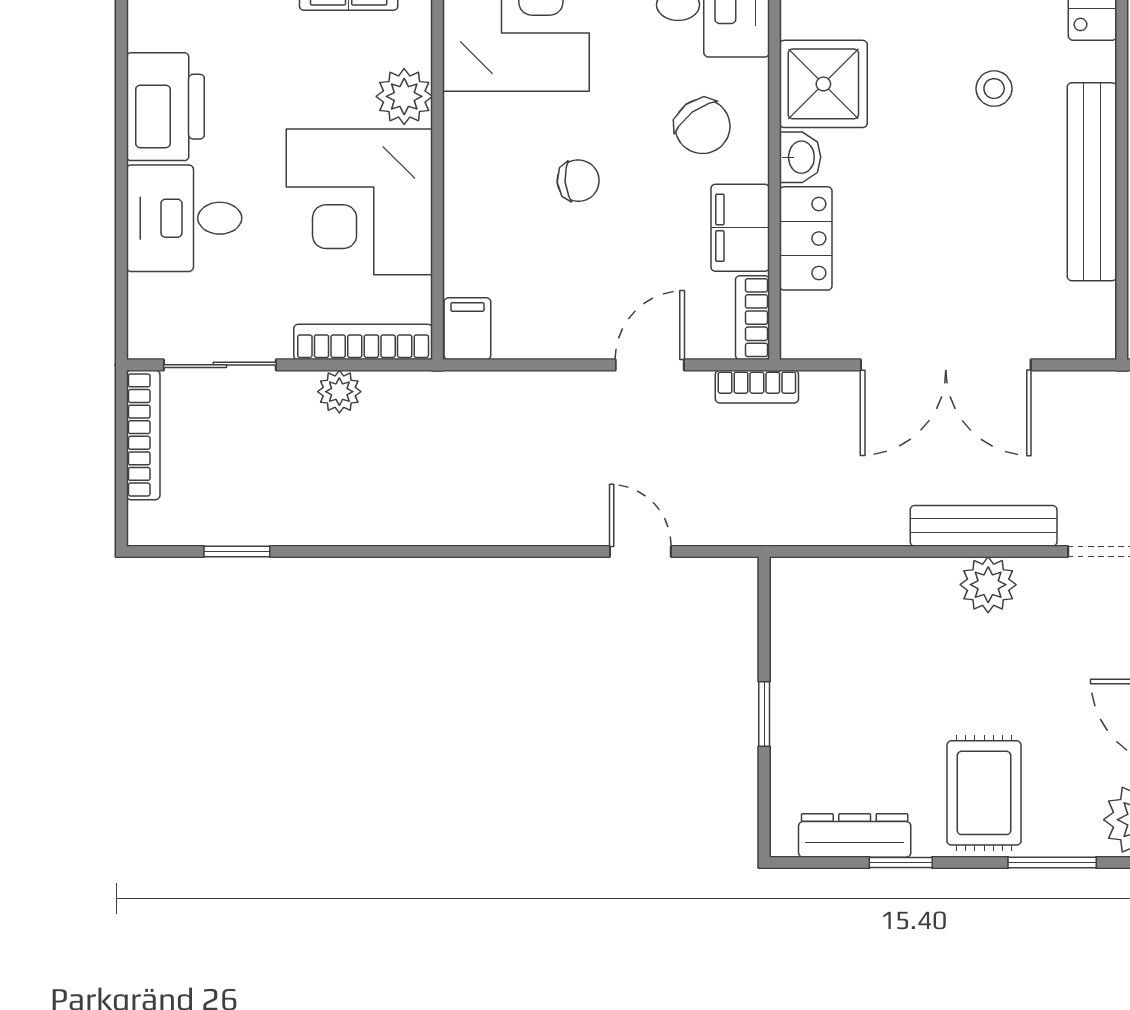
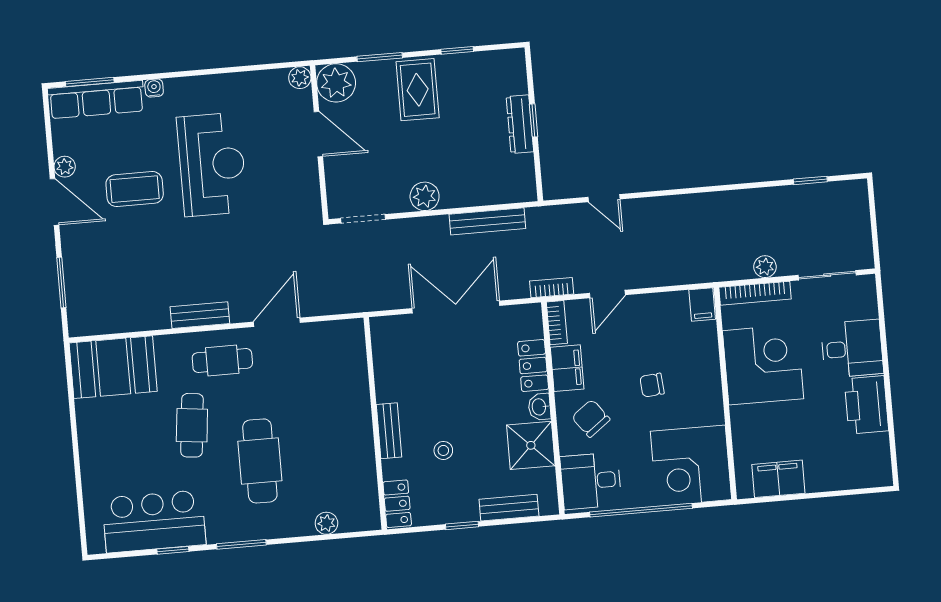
plant: (404, 96) -> (745, 421), removed
bench: (1092, 182) -> (389, 431), width x0.54, depth x0.82
bookcase: (143, 435) -> (863, 236), removed
bench: (984, 526) -> (487, 221), moved
dresser: (855, 835) -> (520, 124), moved, turned 90

